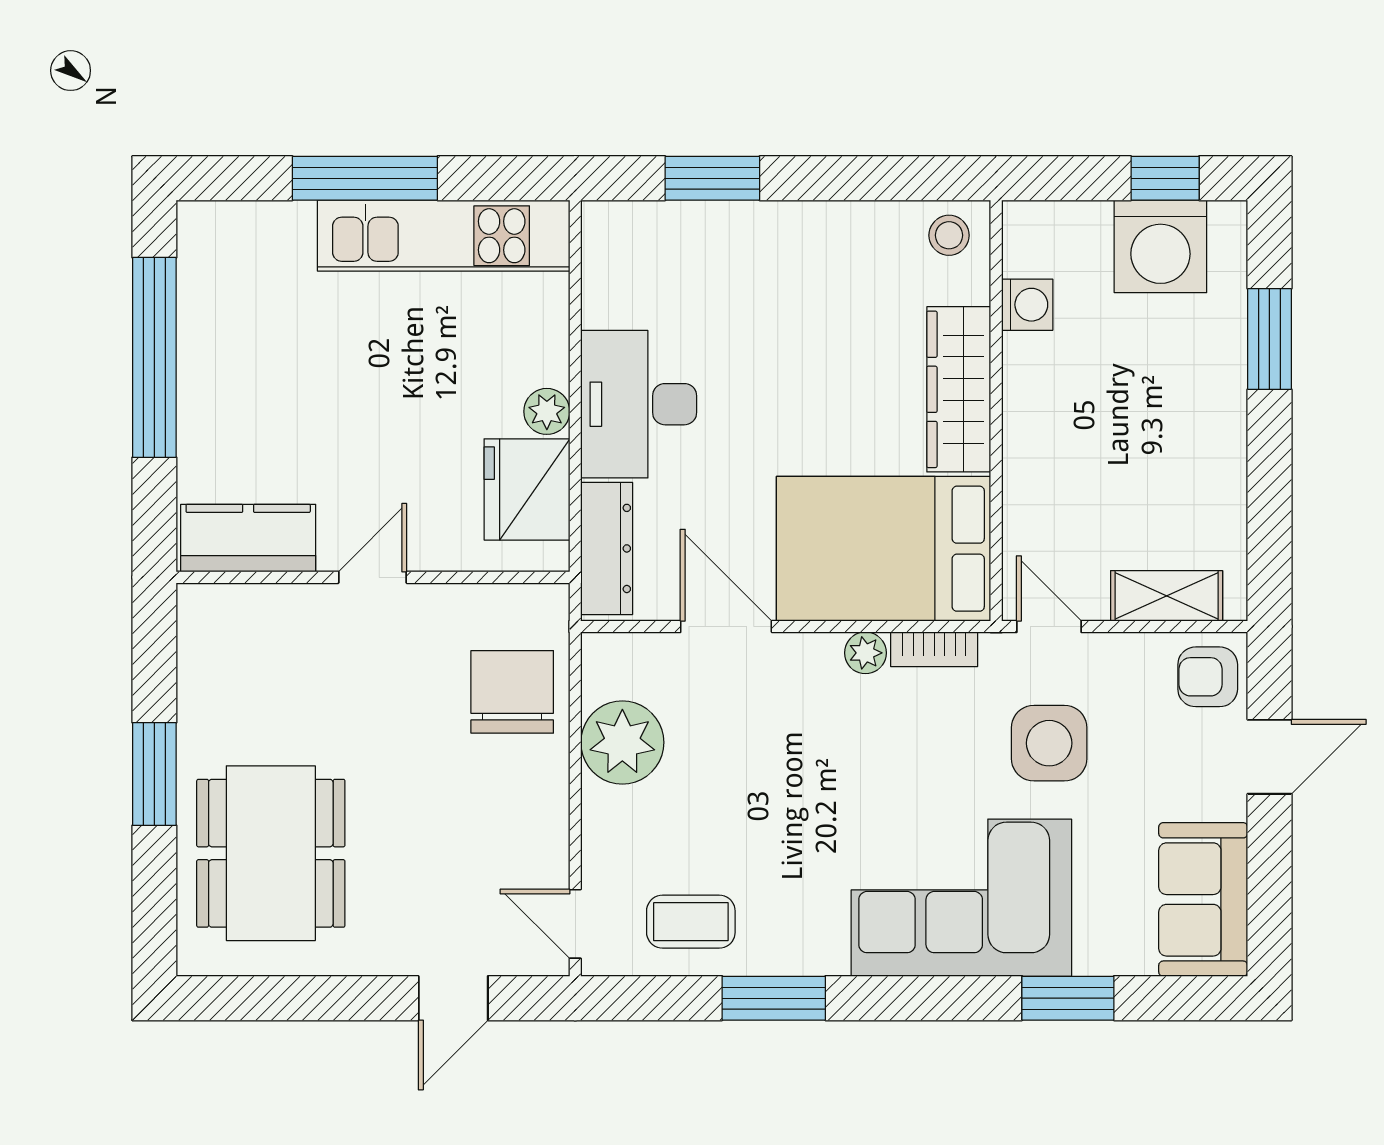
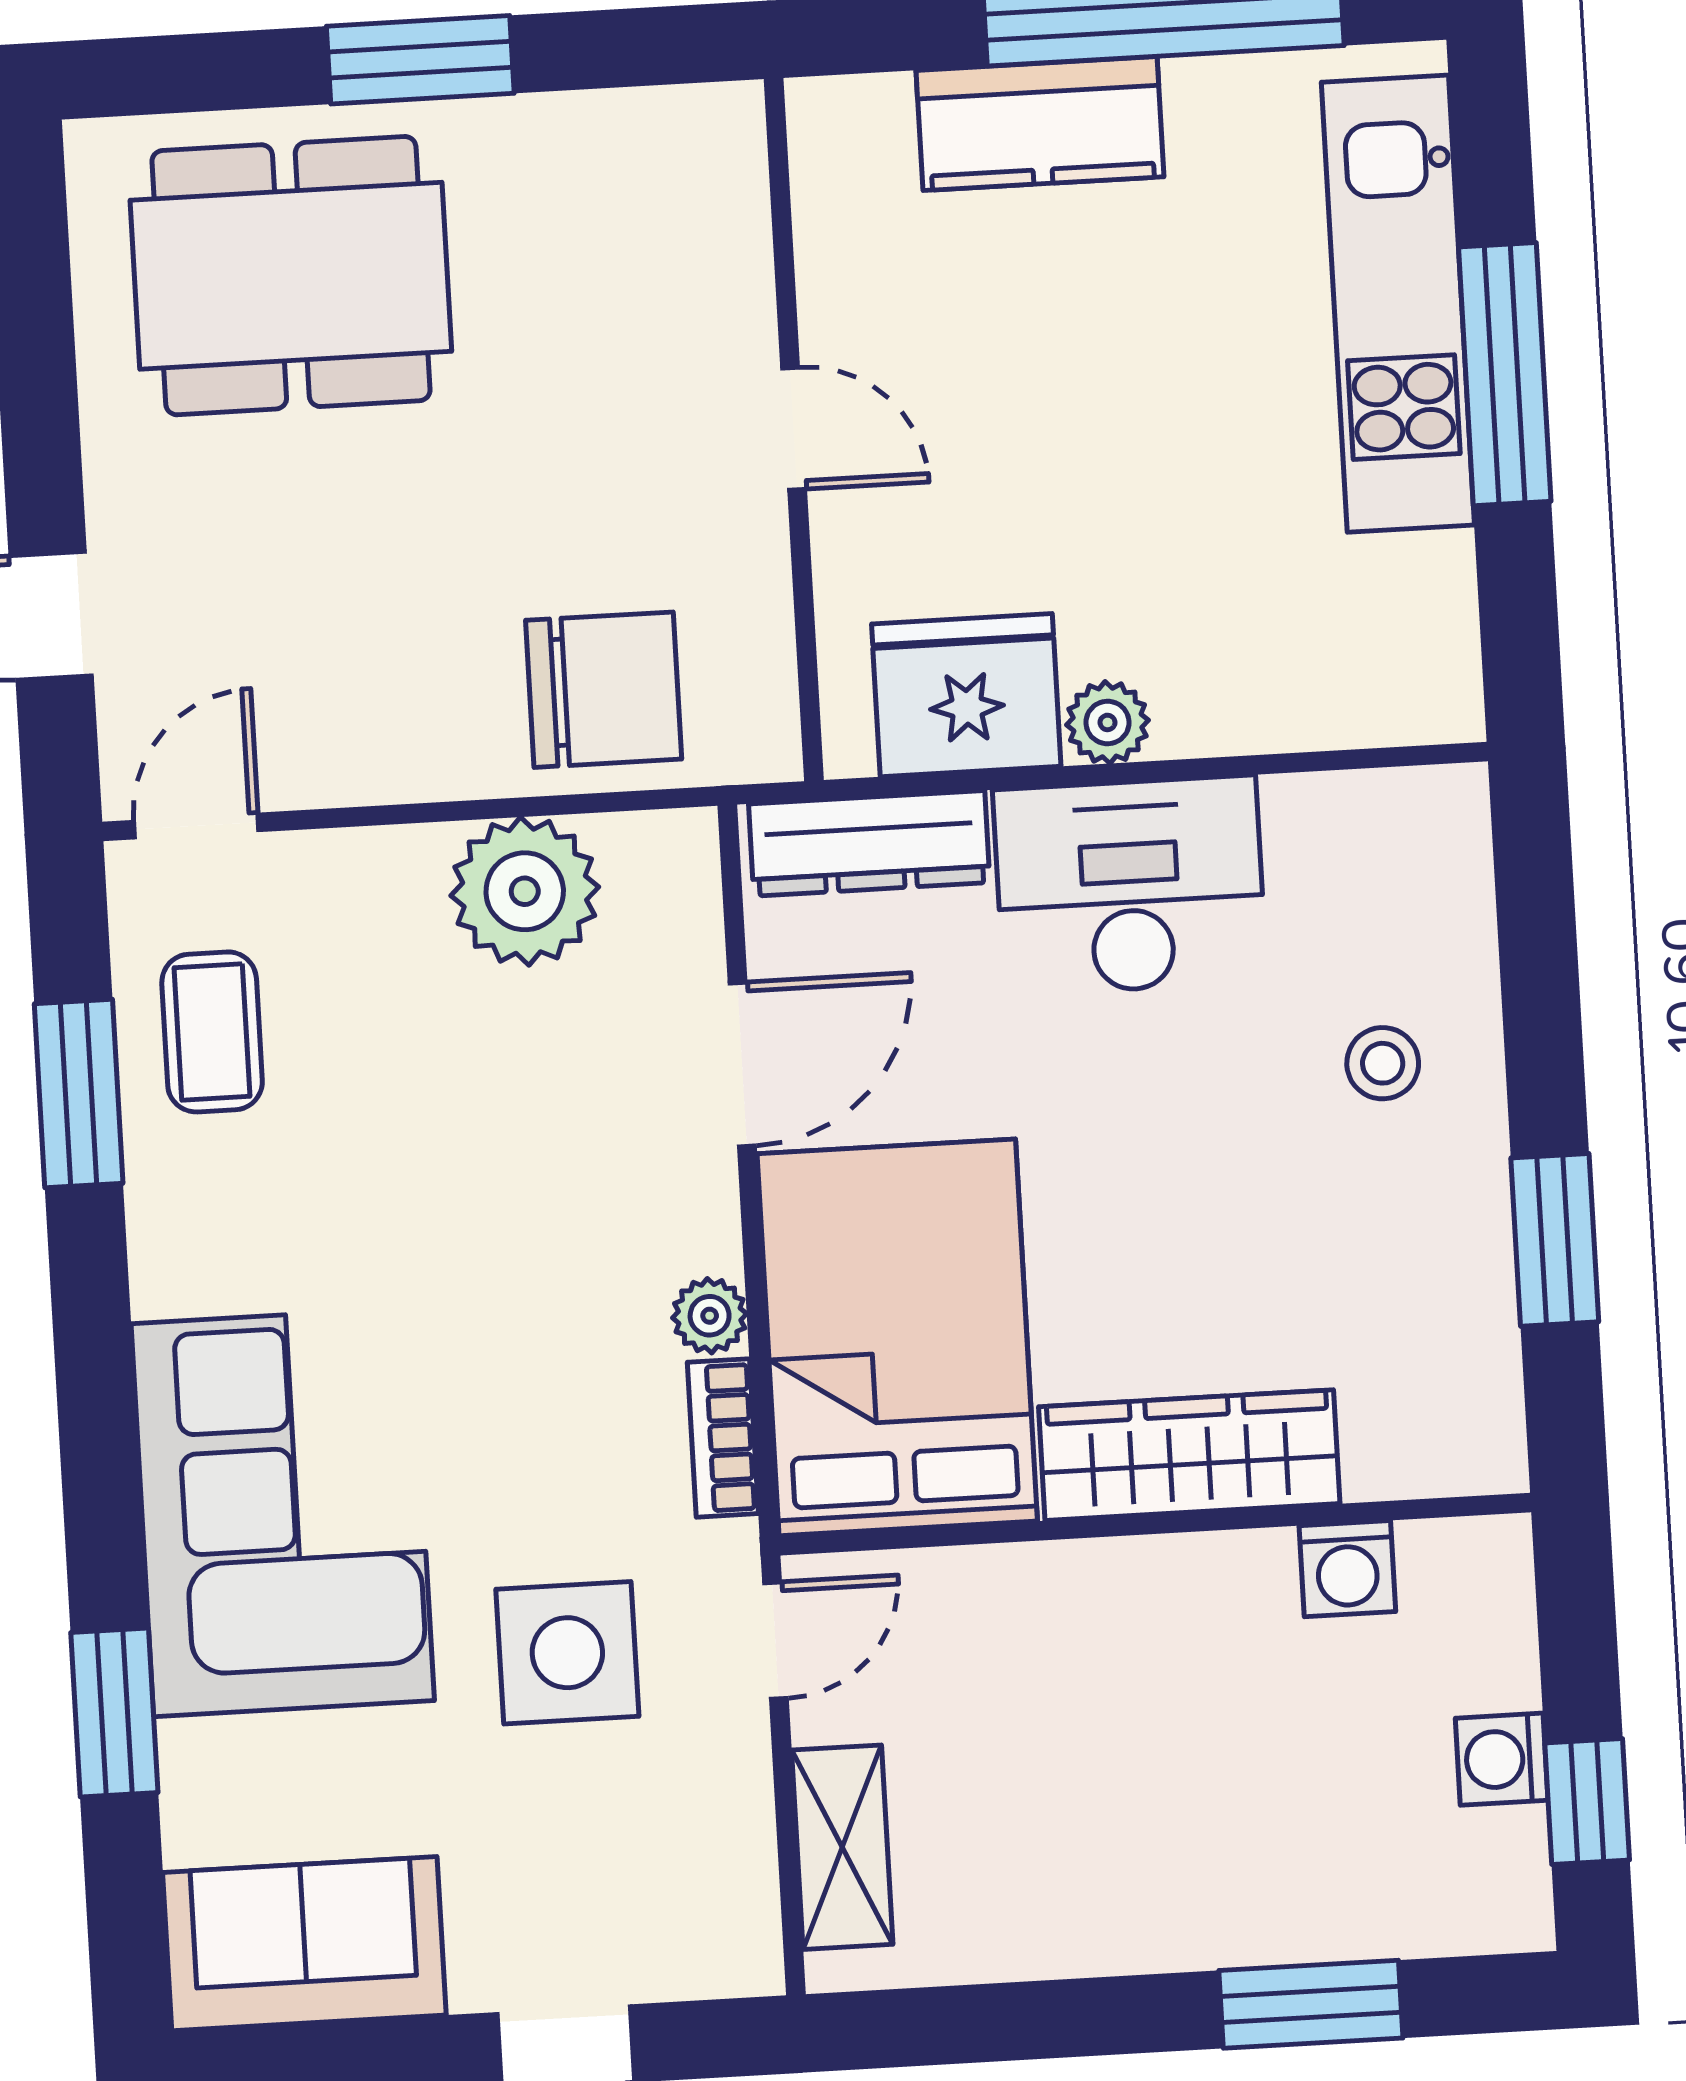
window: (712, 178) -> (1555, 1240), moved
stool: (949, 235) -> (1383, 1063), moved
kitchen unit: (444, 236) -> (1398, 304), moved
washing machine: (1160, 246) -> (1502, 1759), width x0.53, depth x0.53
kitchen counter: (248, 538) -> (1040, 124), moved, turned 90
armchair: (1208, 677) -> (702, 1929), removed
window: (774, 998) -> (79, 1094), moved

